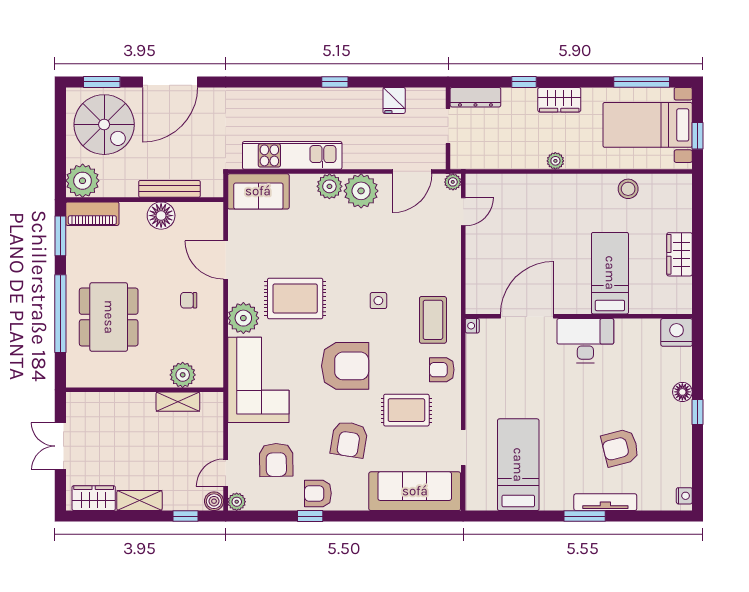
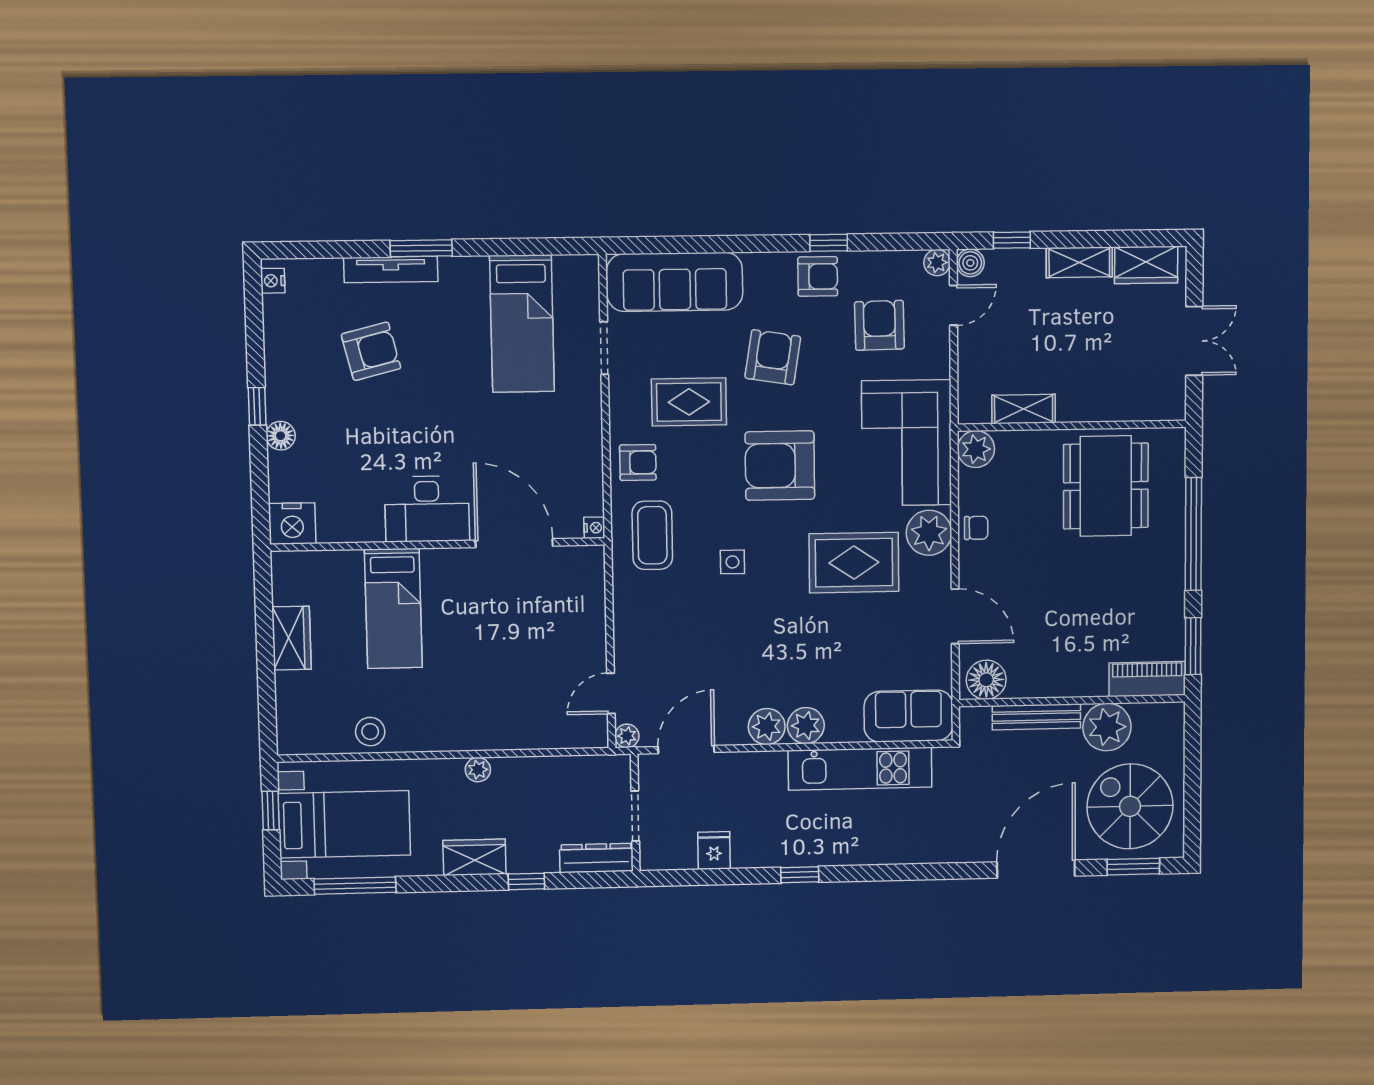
plant: (83, 181) -> (1107, 727), moved
plant: (361, 191) -> (767, 726), width x0.73, depth x0.73
floor lamp: (161, 216) -> (986, 680), moved
chair: (189, 300) -> (976, 528), moved
door: (527, 316) -> (514, 543), swing flipped
dining table: (109, 317) -> (1106, 486), moved
plant: (183, 375) -> (976, 449), moved

